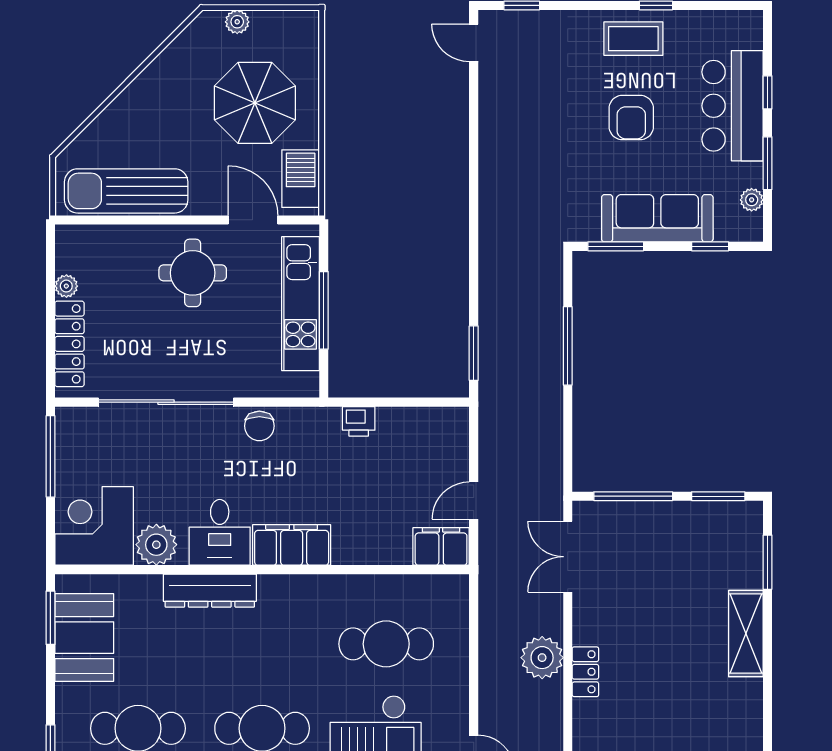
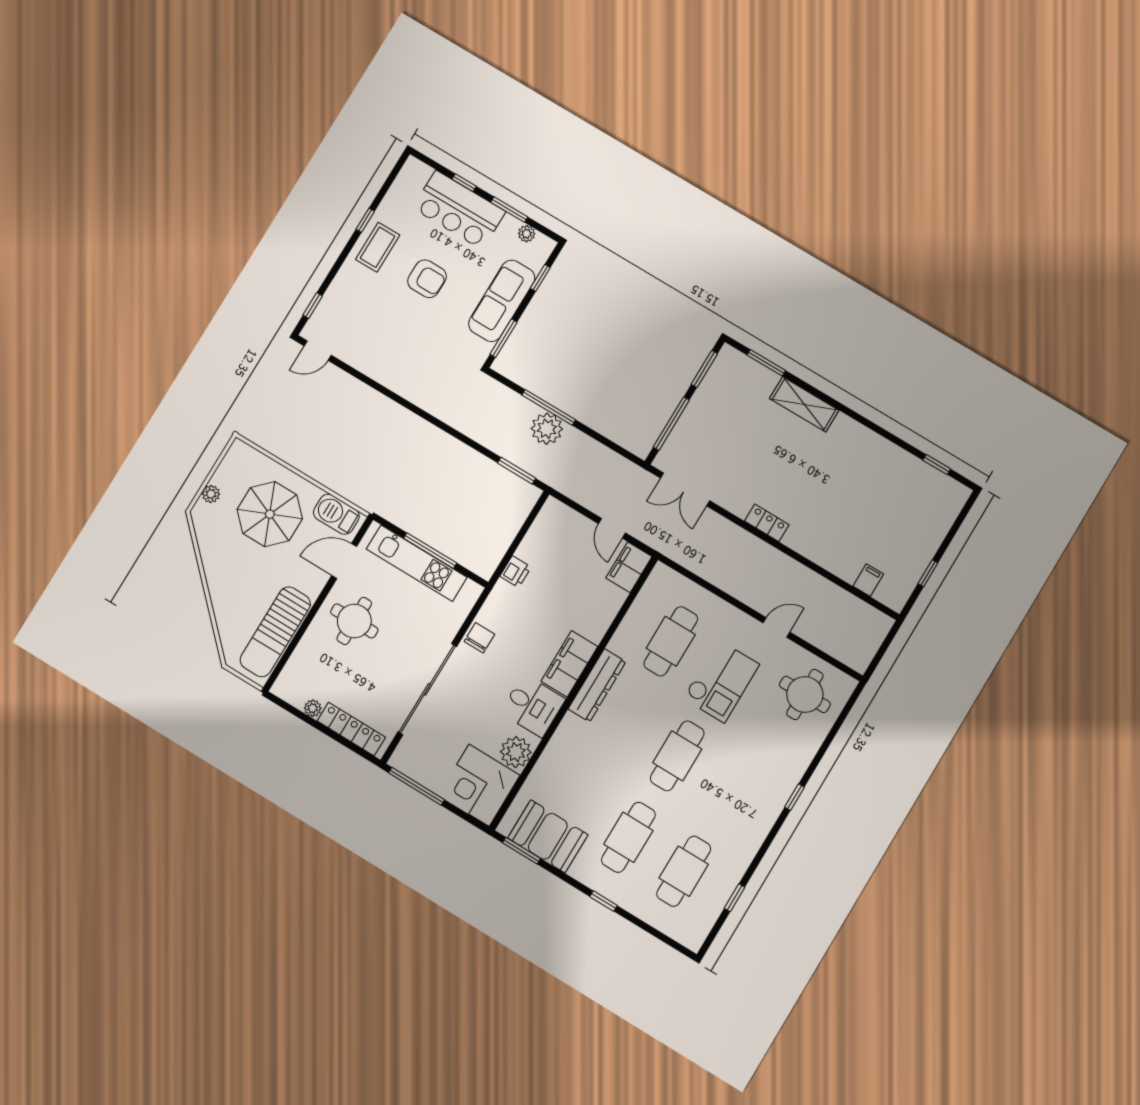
chair: (259, 426) -> (479, 638), turned -90
dresser: (210, 591) -> (597, 685), moved
plant: (542, 658) -> (547, 429), moved

